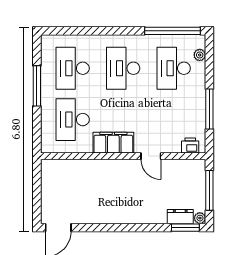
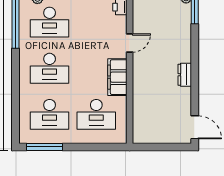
window: (37, 86) -> (45, 147), moved
dresser: (180, 217) -> (185, 75), moved

